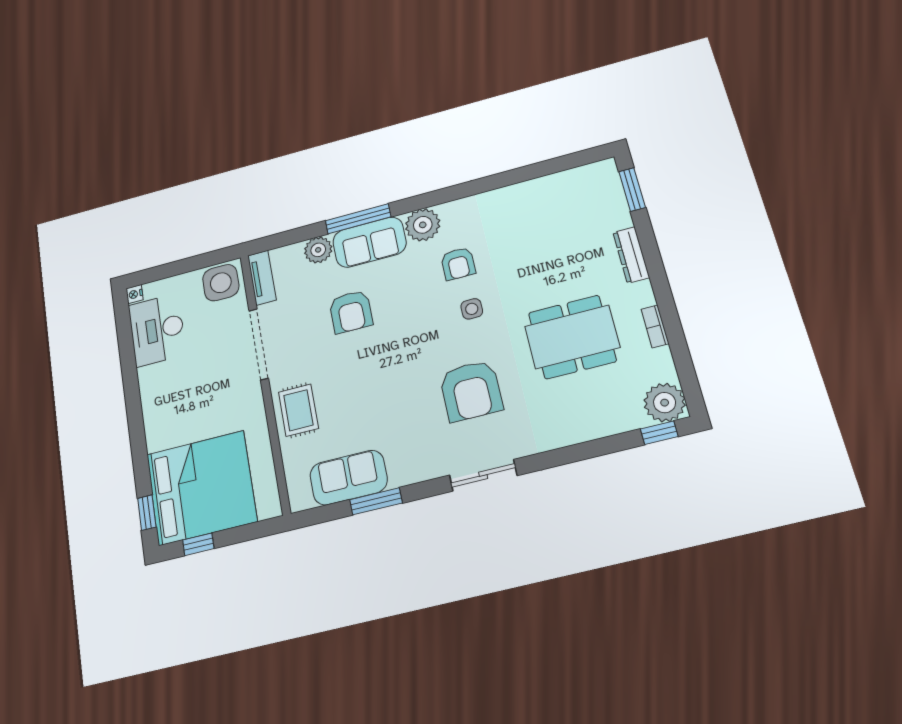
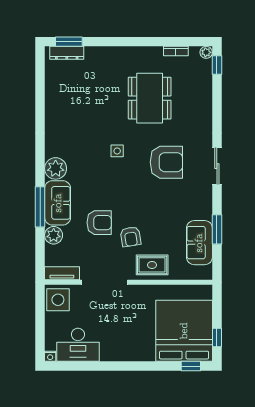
dresser: (631, 255) -> (67, 53), moved
armchair: (458, 264) -> (131, 237), moved, turned 81
bookcase: (655, 326) -> (176, 51), moved
plant: (665, 403) -> (206, 52), width x0.53, depth x0.53

